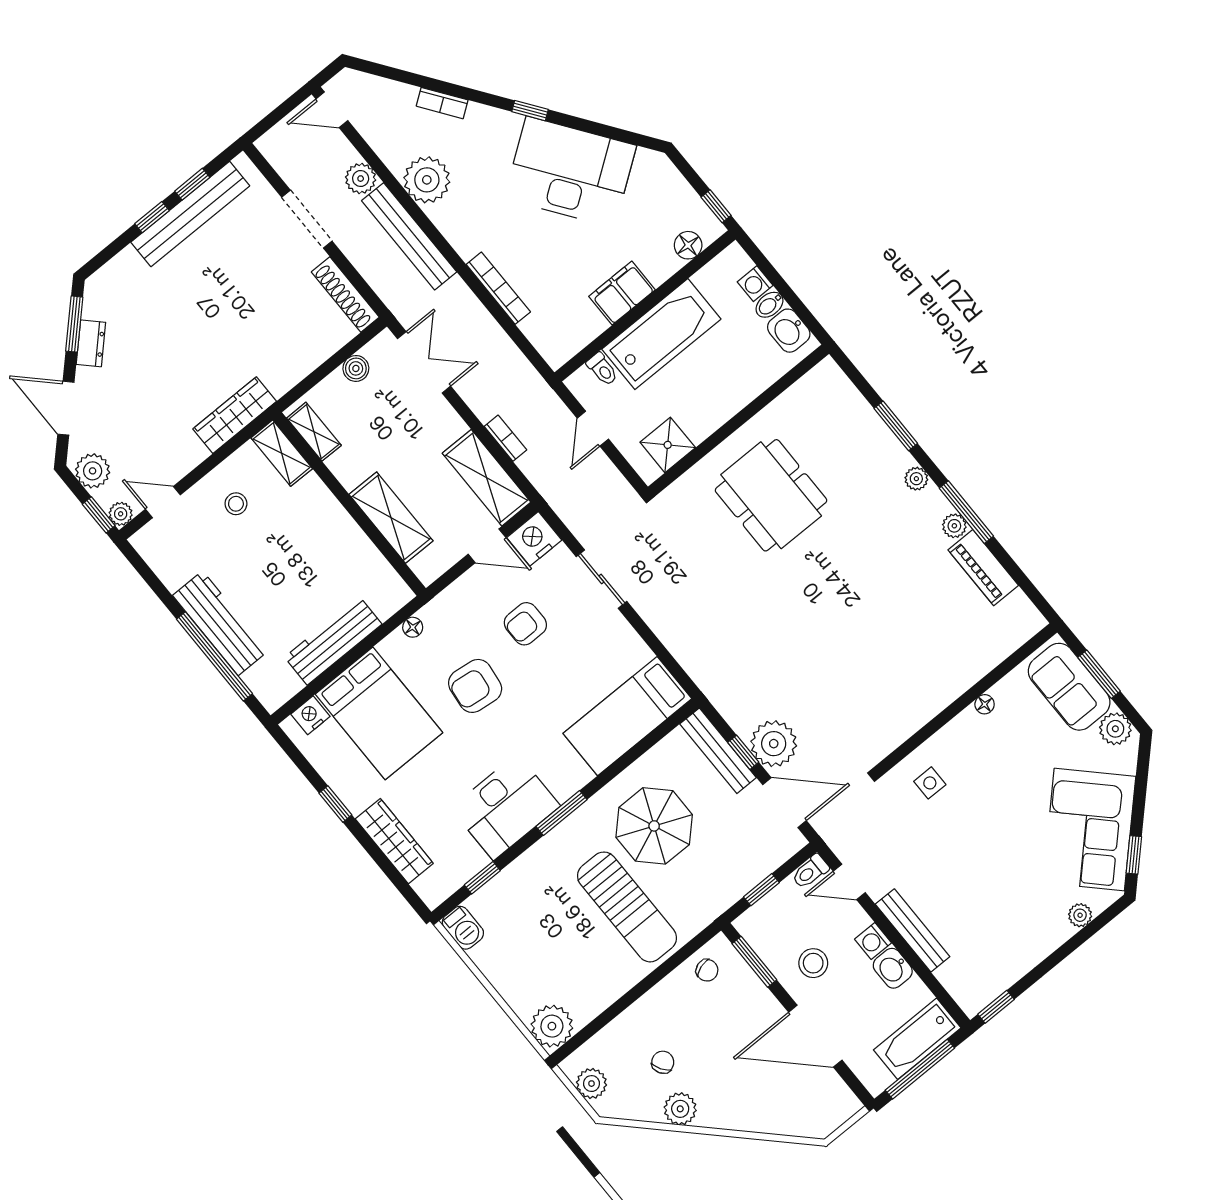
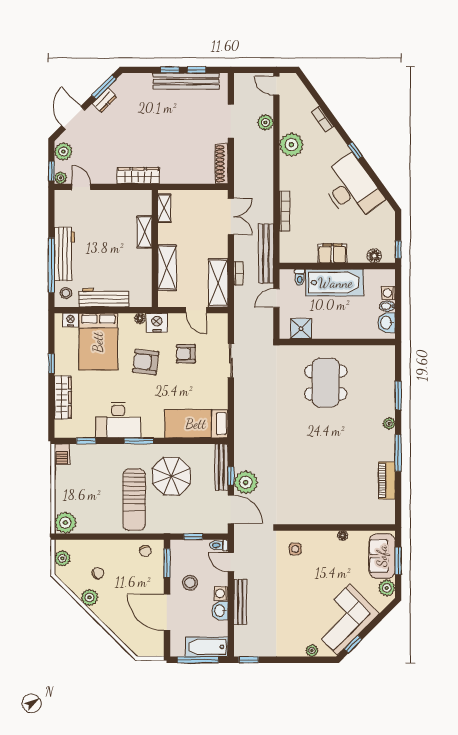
bench: (409, 236) -> (266, 253), moved
boiler: (356, 368) -> (202, 197), removed
shelving: (282, 453) -> (144, 232), moved
stool: (236, 504) -> (66, 293), moved
plant: (954, 526) -> (389, 455), removed
nightstand: (534, 539) -> (157, 323), moved

